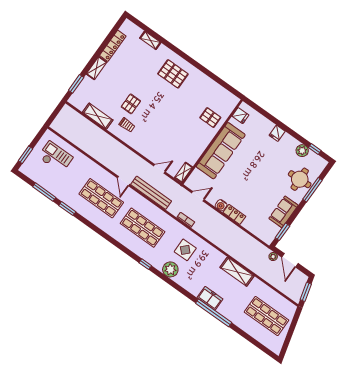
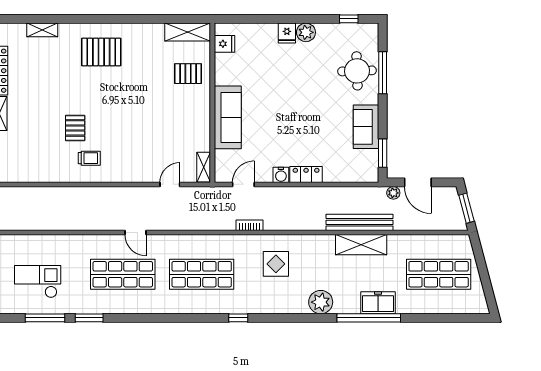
shelving: (98, 116) -> (188, 32), moved
sofa: (221, 151) -> (228, 117), width x0.74, depth x0.79
plant: (302, 151) -> (306, 32), moved
checkout: (55, 157) -> (38, 282), moved
bench: (151, 193) -> (360, 222), moved
plant: (170, 269) -> (321, 302), moved
freezer: (210, 298) -> (378, 303), moved

